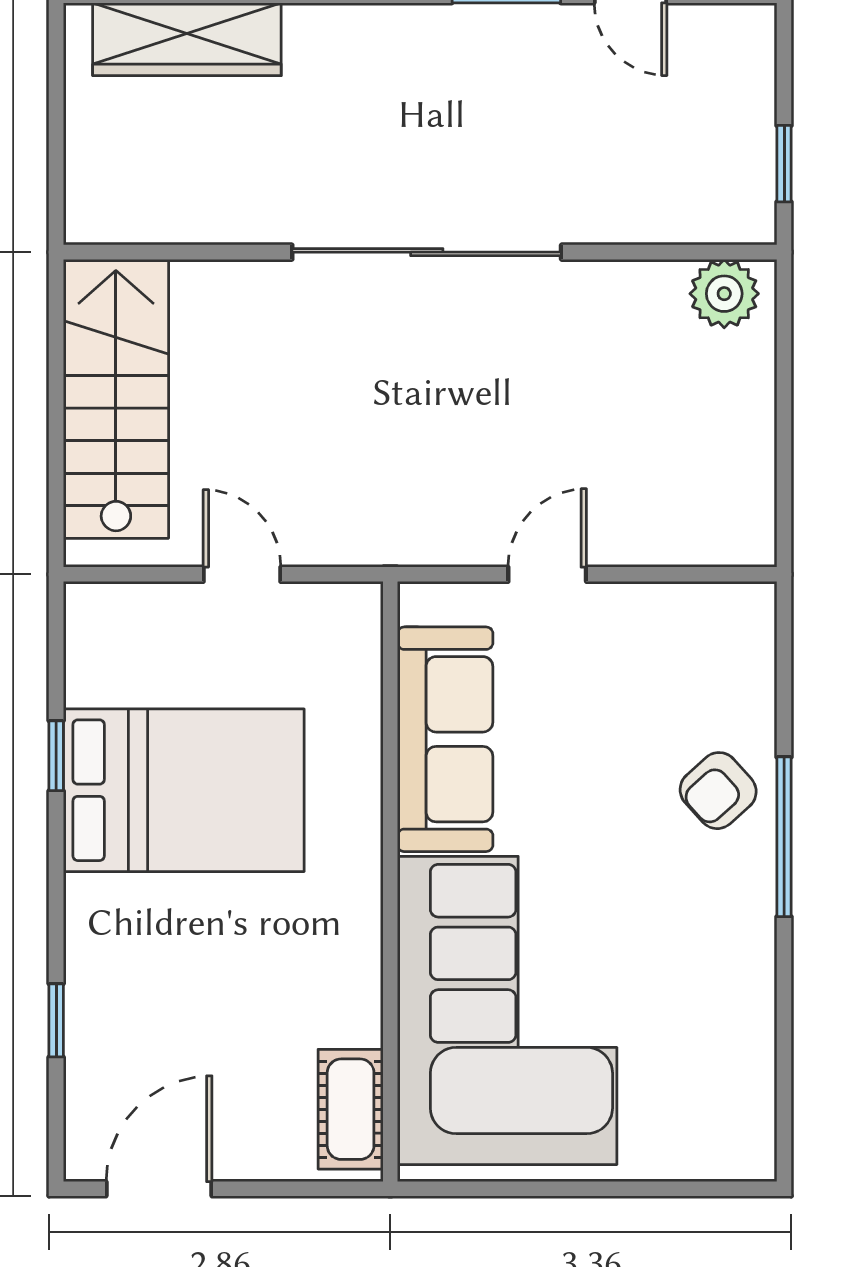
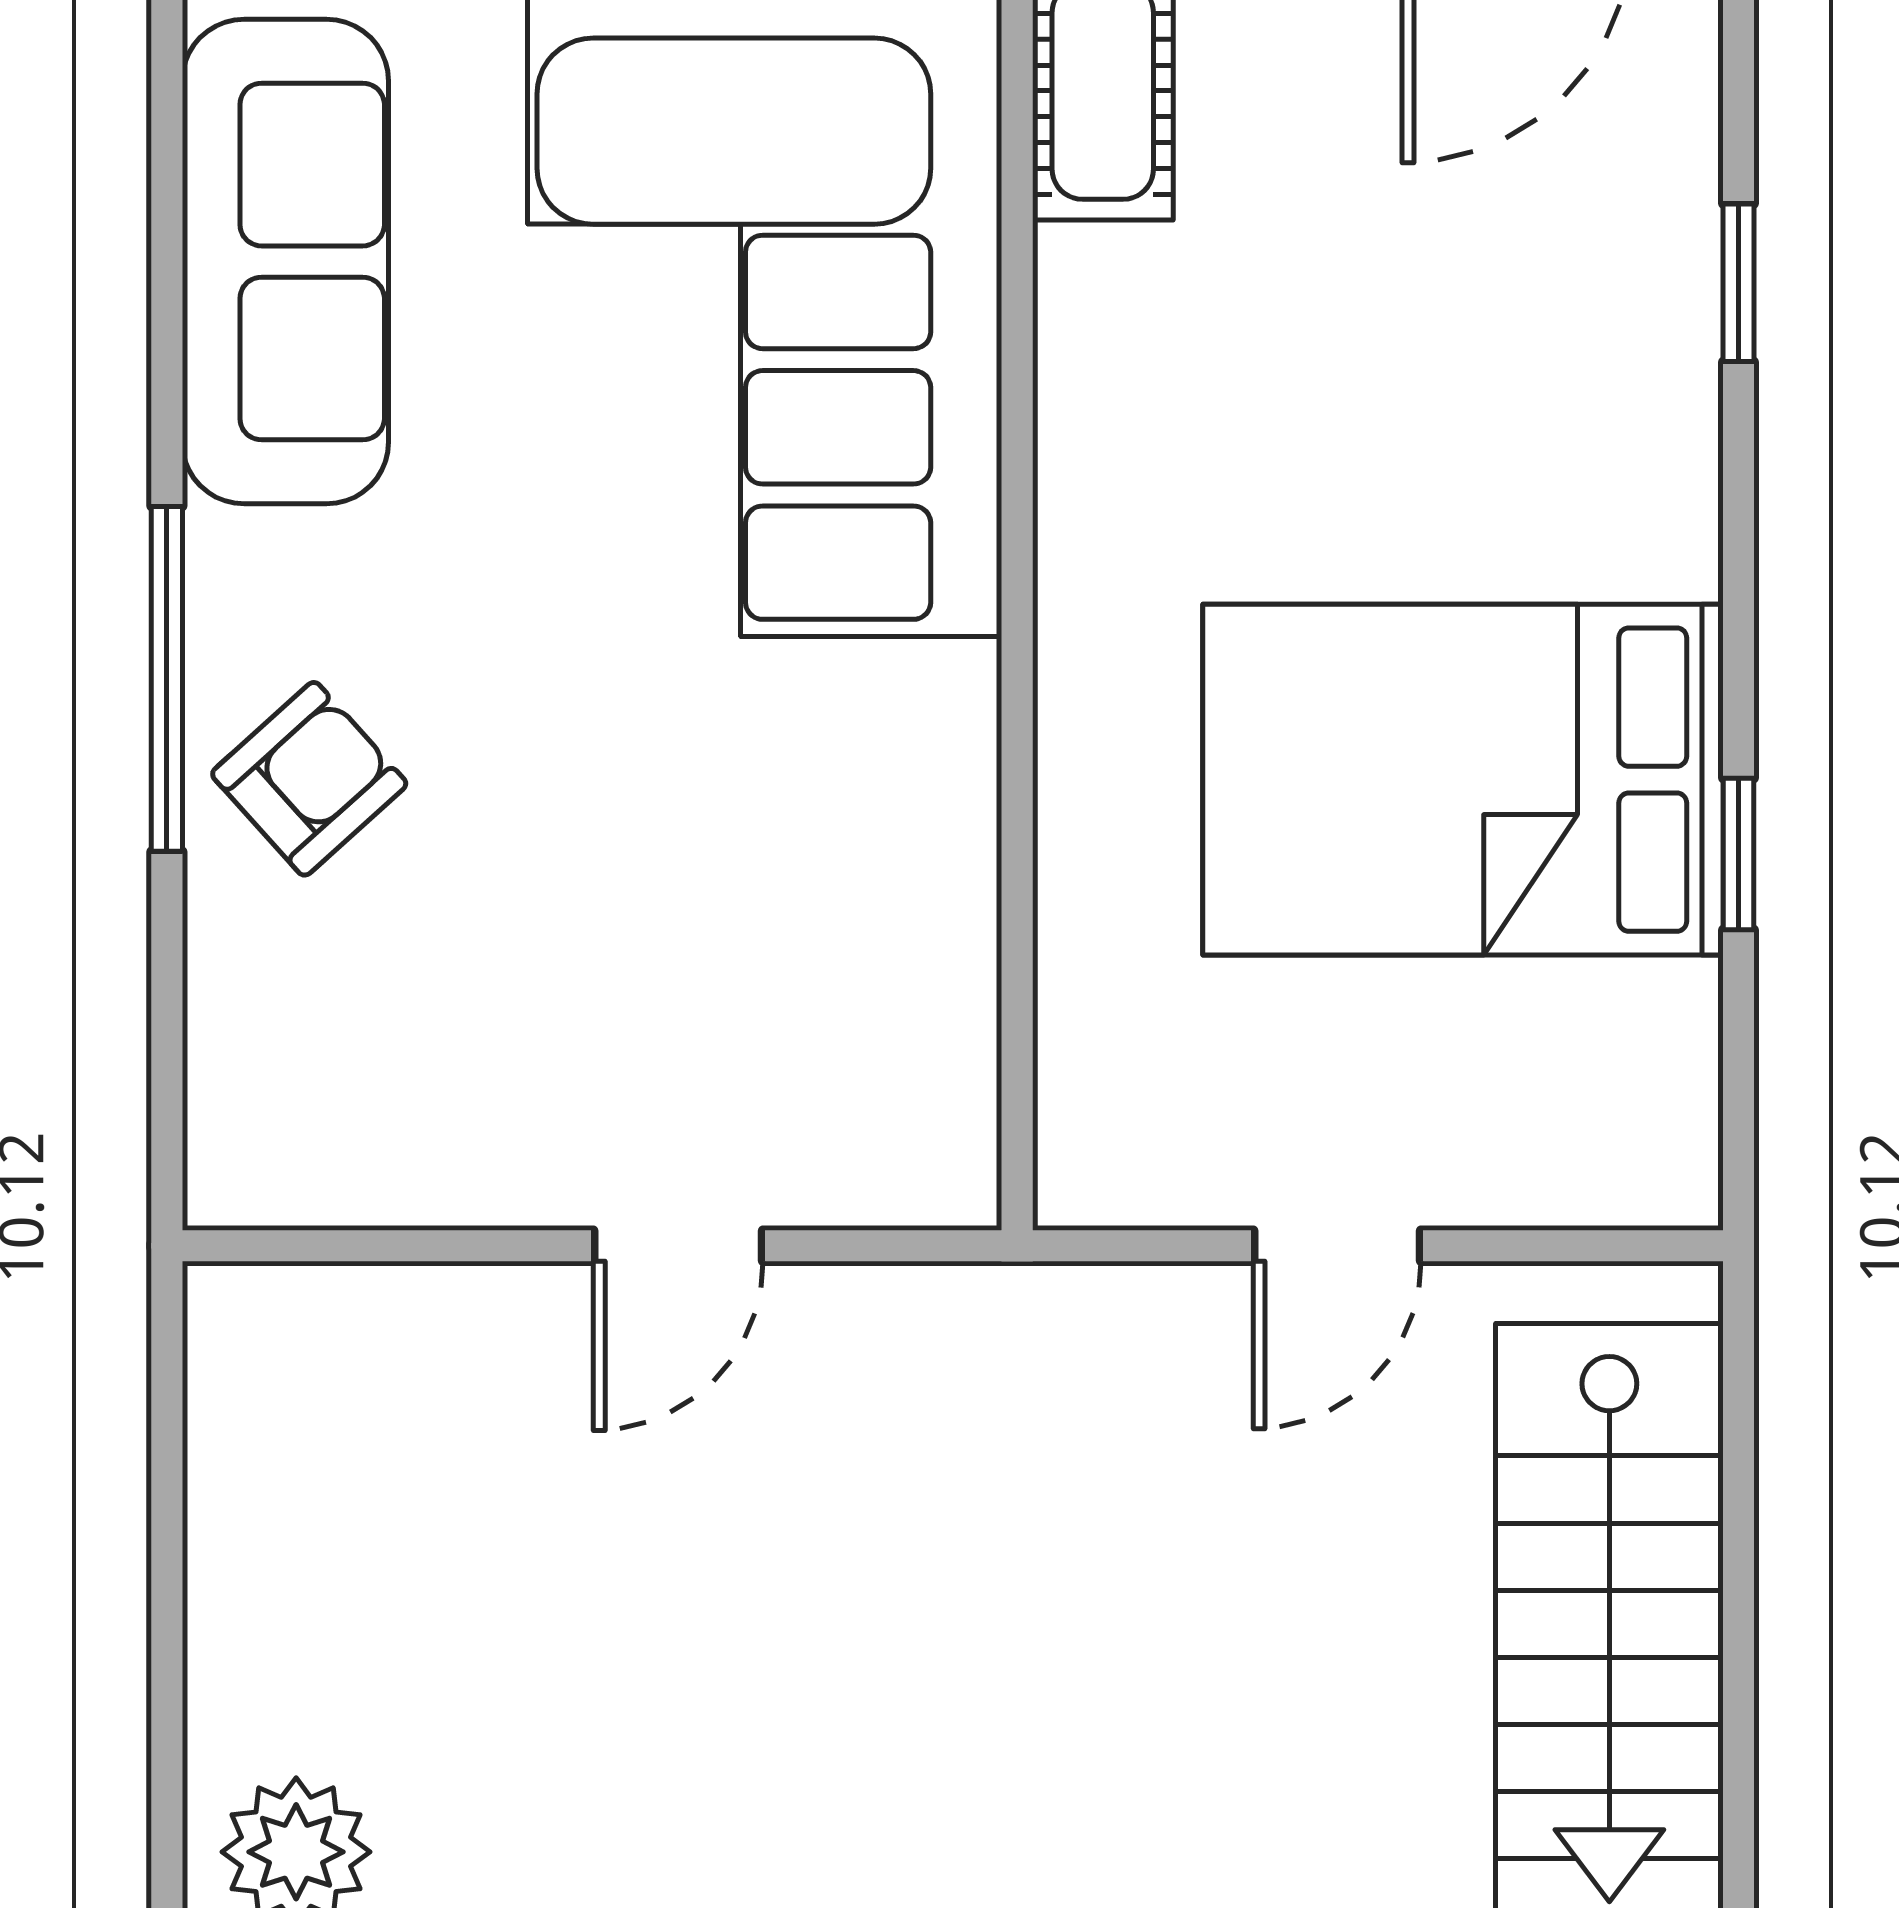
door: (242, 574) -> (1337, 1246), hinge flipped
sofa: (445, 739) -> (285, 262), moved, turned 180

